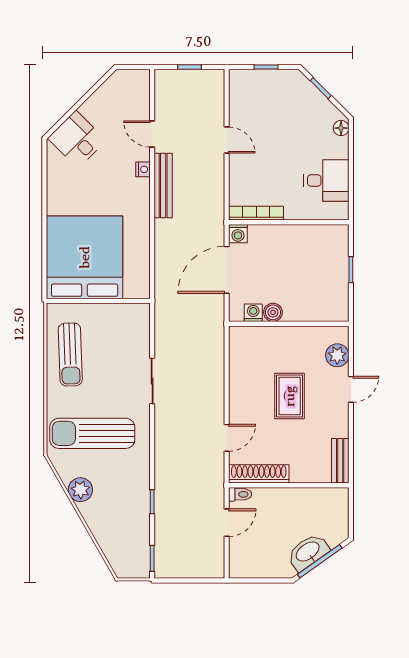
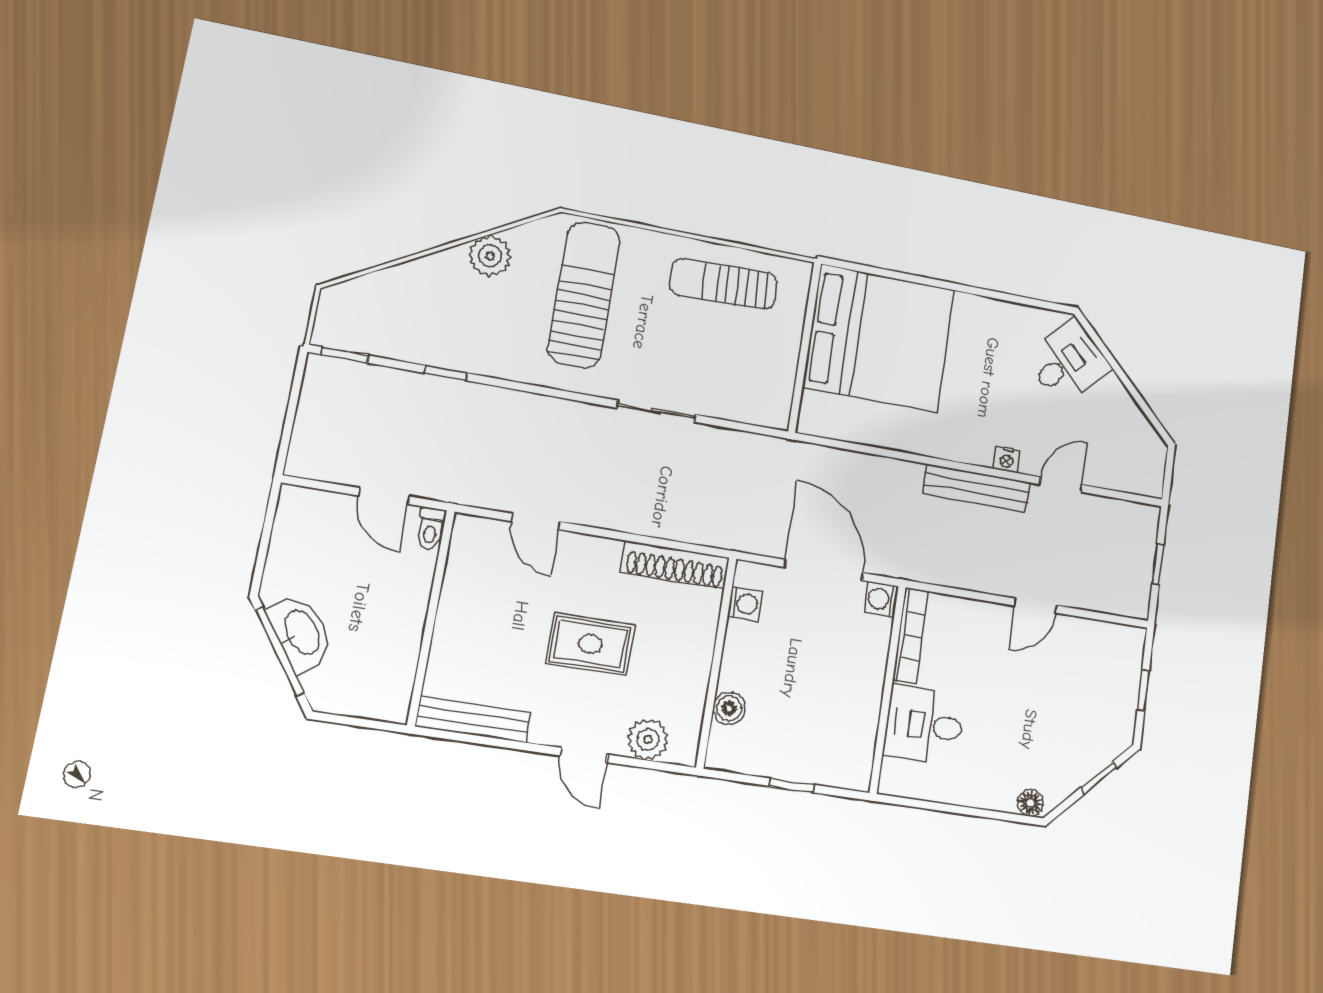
desk: (326, 181) -> (924, 725), moved, turned 90
boiler: (273, 312) -> (729, 708), moved
bench: (340, 461) -> (473, 719), width x1.36
shoe rack: (259, 474) -> (675, 565), moved, turned 90

